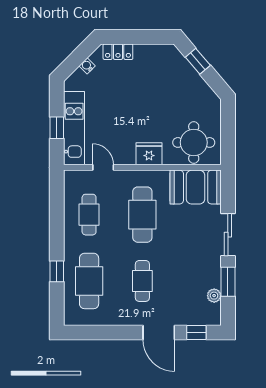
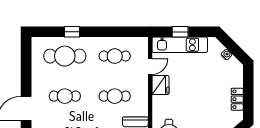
locker: (118, 52) -> (237, 99), moved
fridge: (149, 154) -> (160, 85), moved
cafe table: (142, 215) -> (115, 96), width x0.73, depth x0.74

